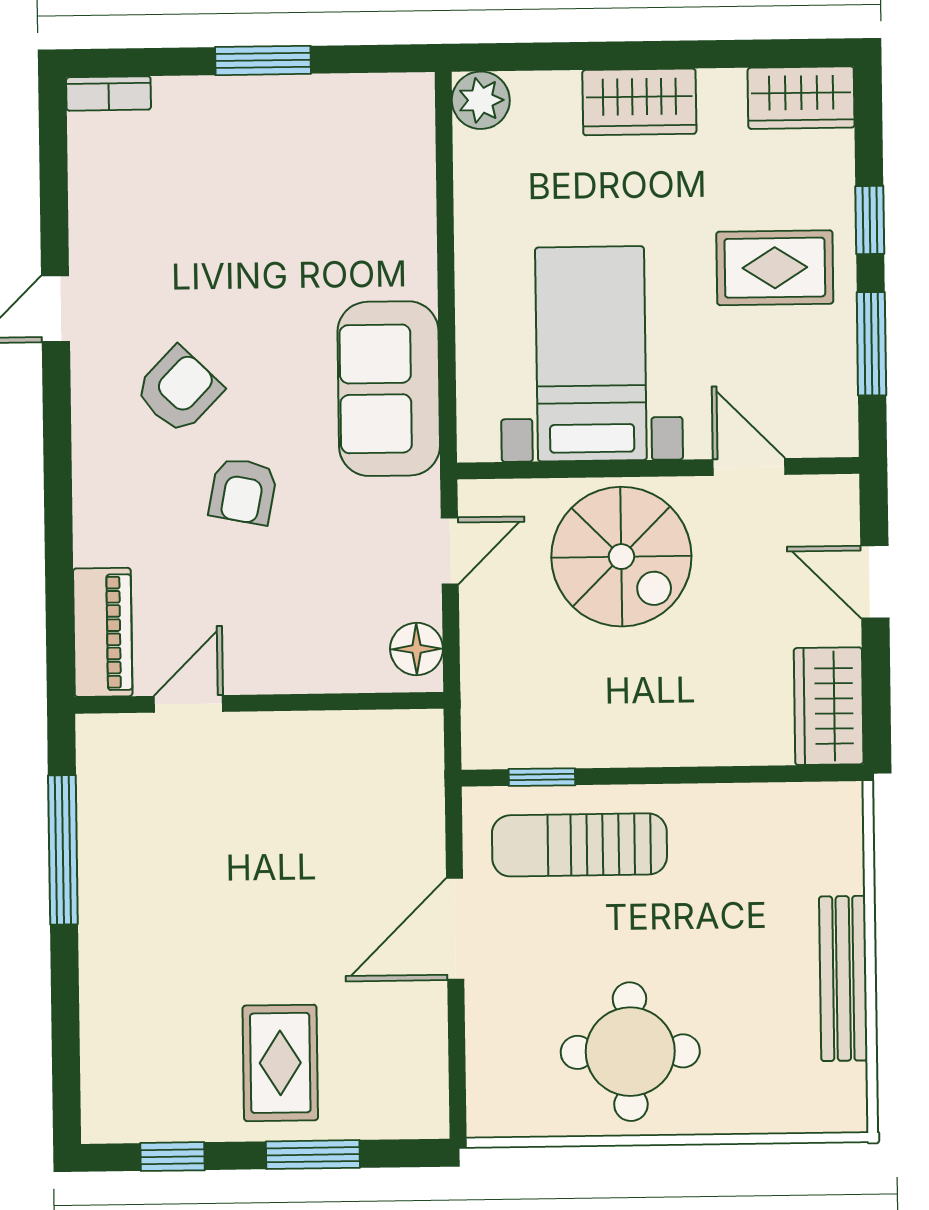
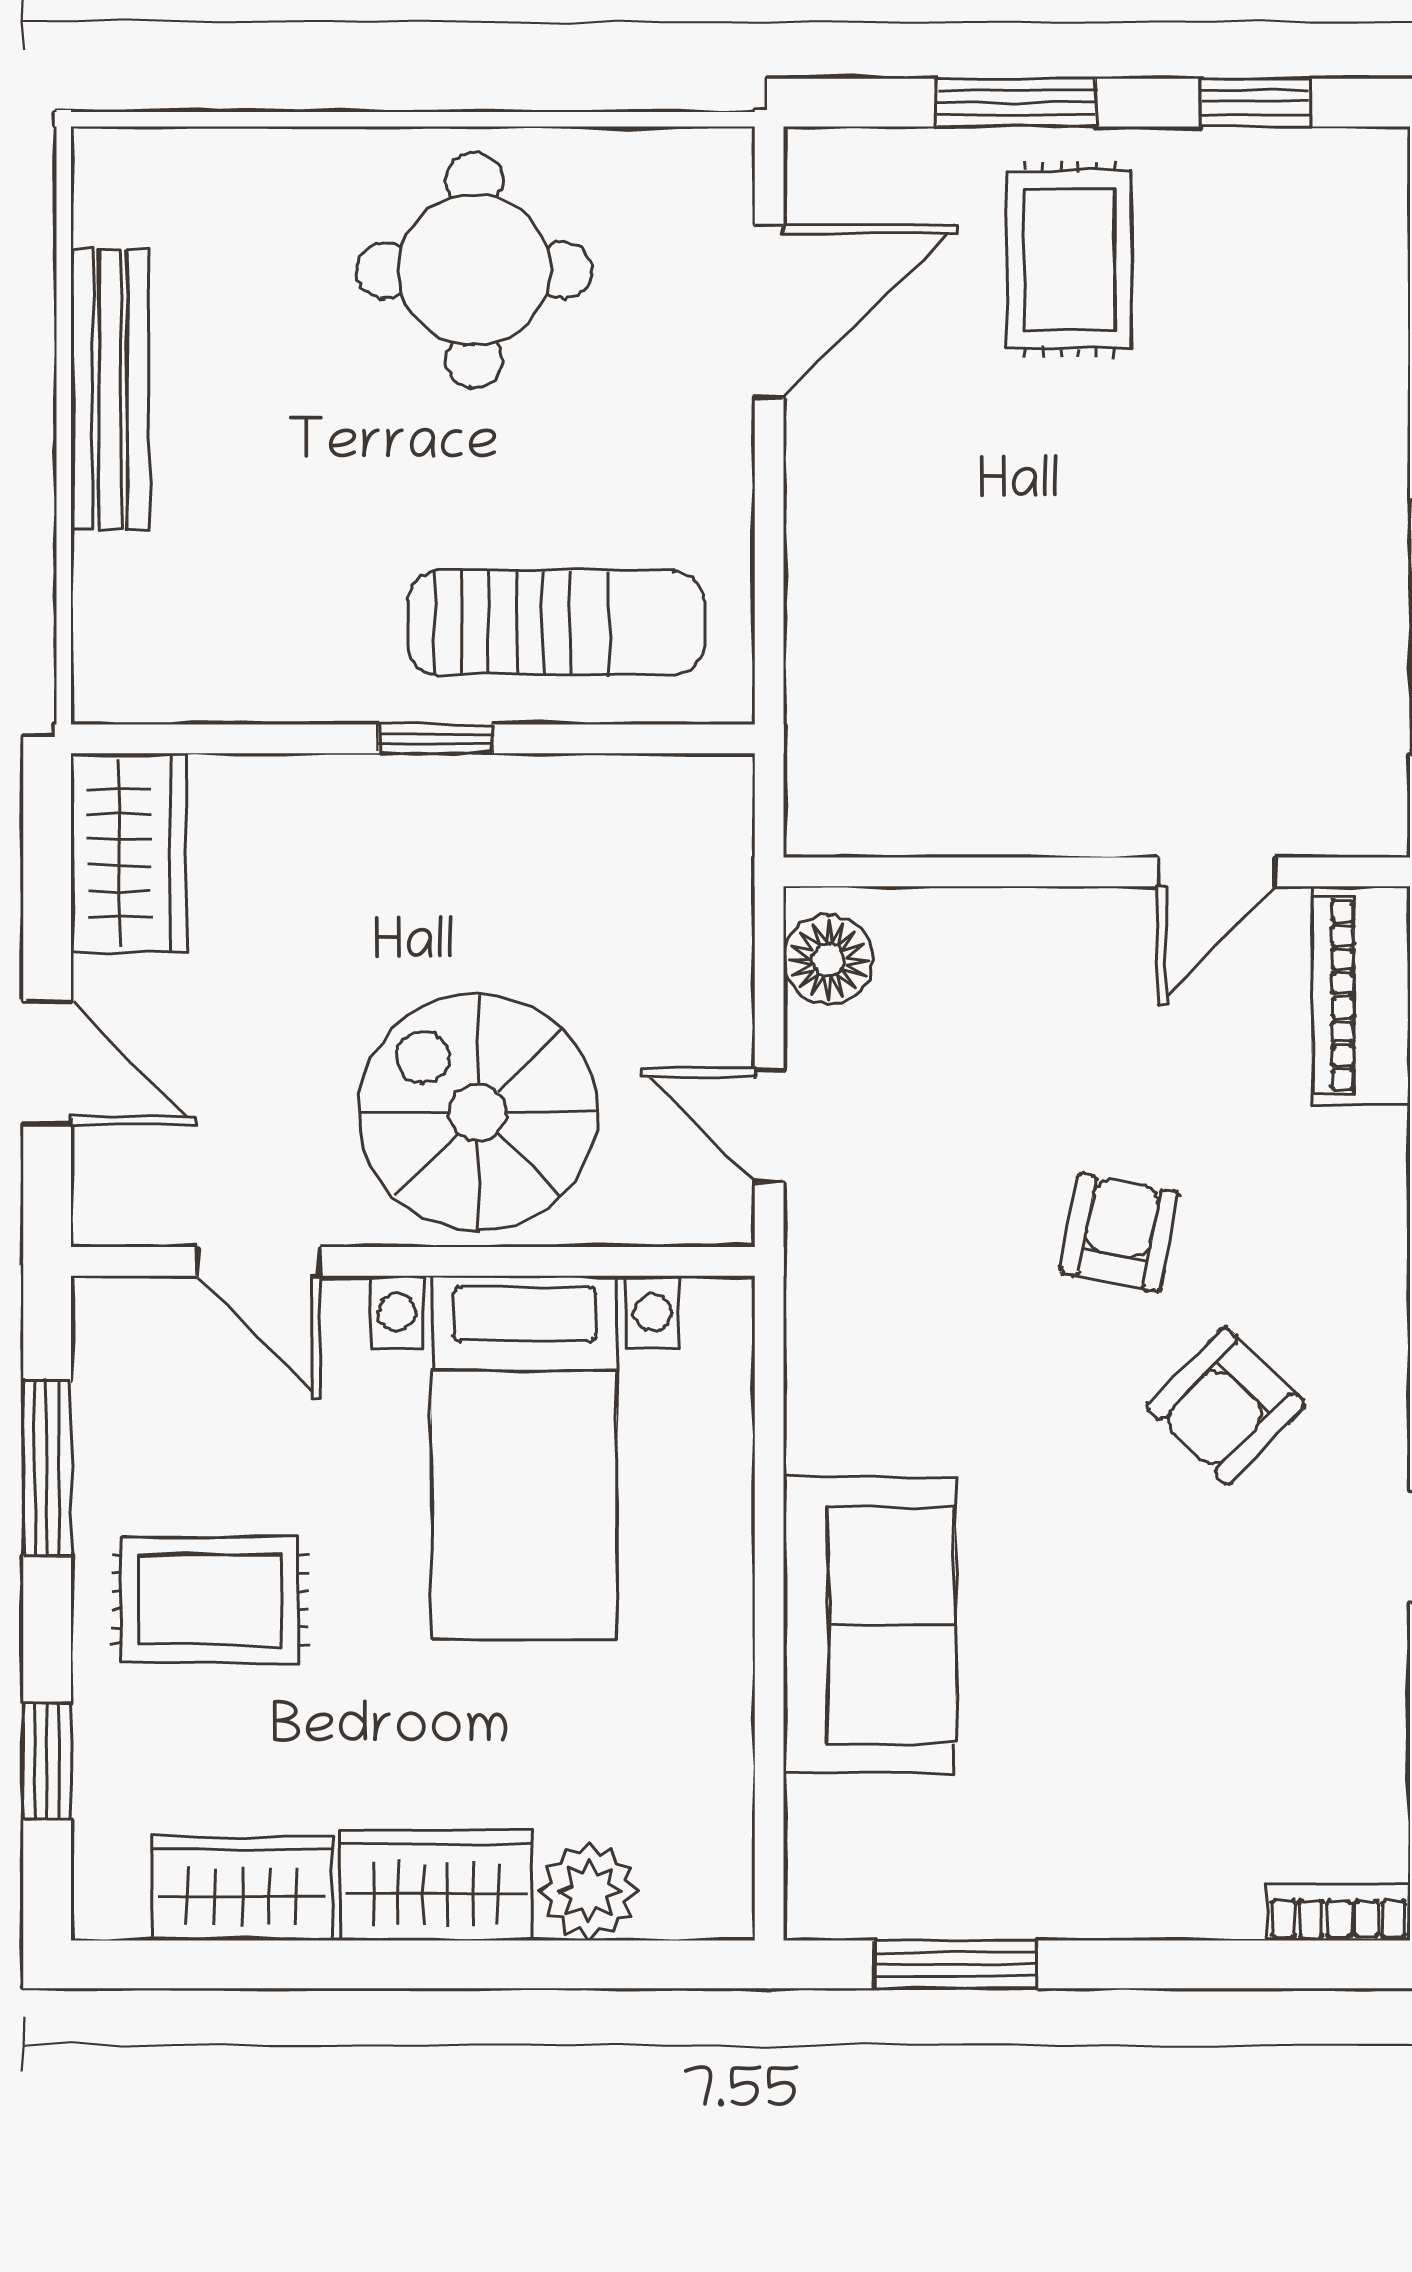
window: (263, 60) -> (956, 1964), moved
wardrobe: (801, 98) -> (242, 1888), moved
plant: (481, 100) -> (589, 1891), moved
window: (870, 220) -> (47, 1761), moved
sofa: (389, 389) -> (869, 1625), moved
door: (450, 551) -> (769, 1126), hinge flipped
window: (542, 777) -> (435, 739), moved
door: (455, 929) -> (769, 312), moved

